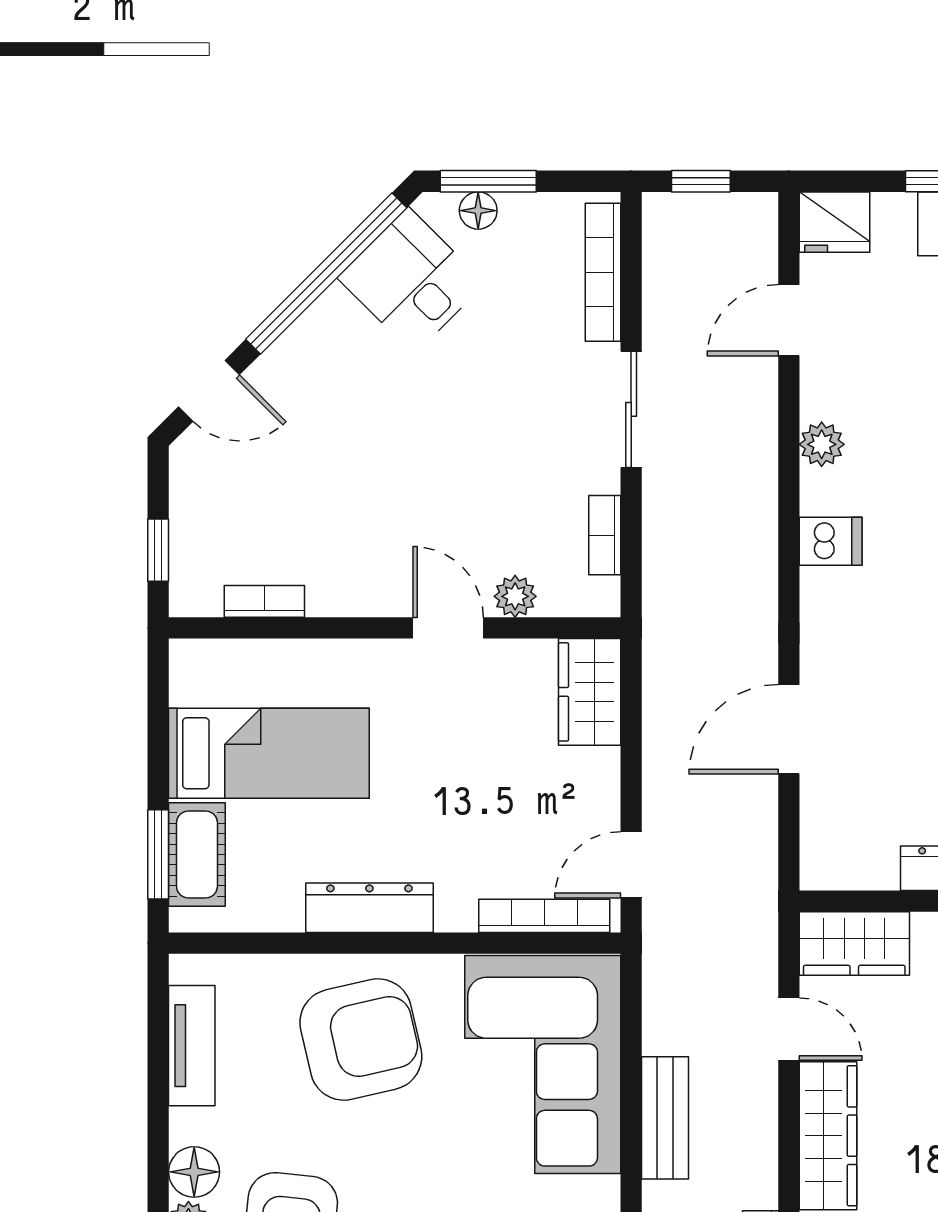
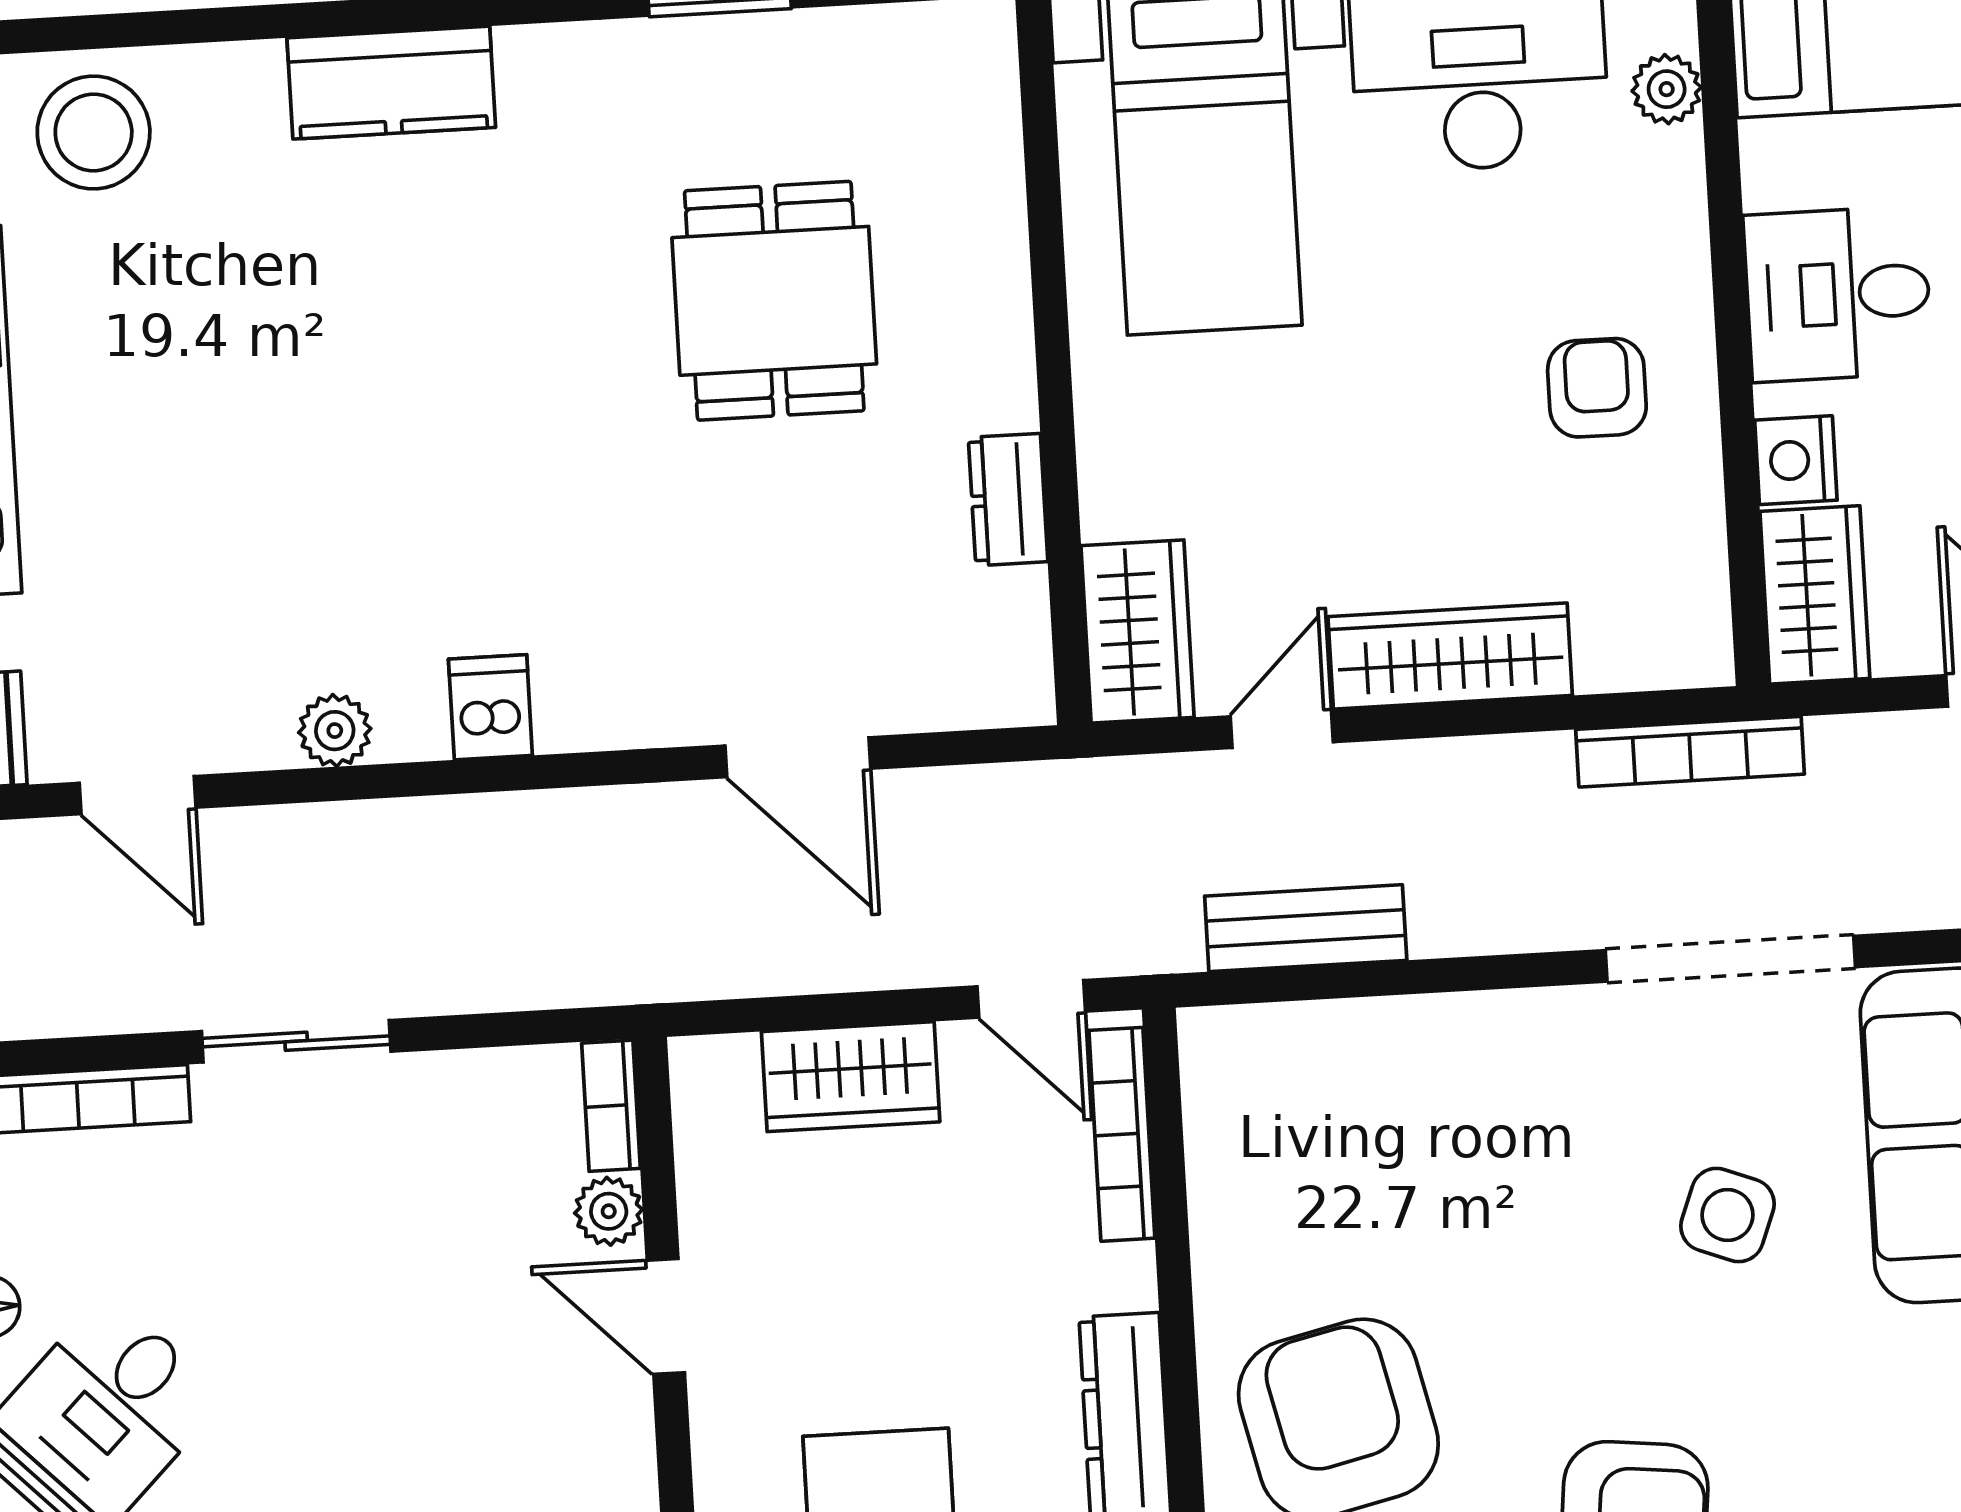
bookcase: (605, 535) -> (611, 1106), moved, turned 90
door: (448, 628) -> (666, 1316), hinge flipped
wardrobe: (590, 692) -> (851, 1077), moved
corner sofa: (543, 1065) -> (1362, 1123), removed
bench: (665, 1118) -> (1306, 928), moved

